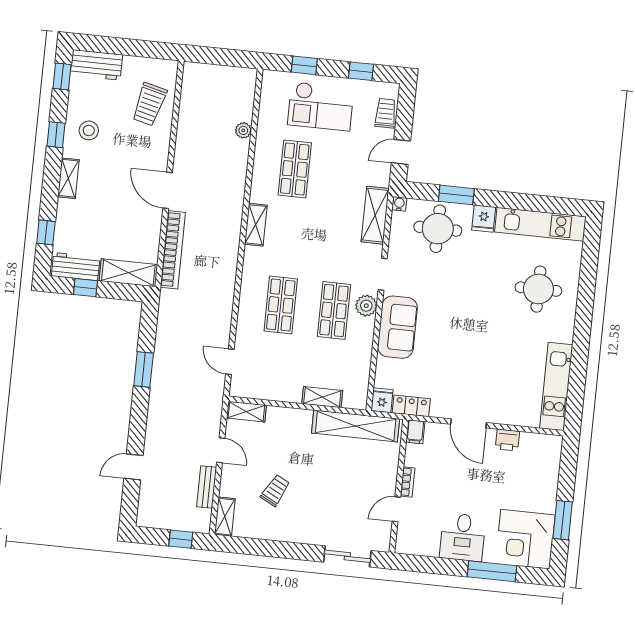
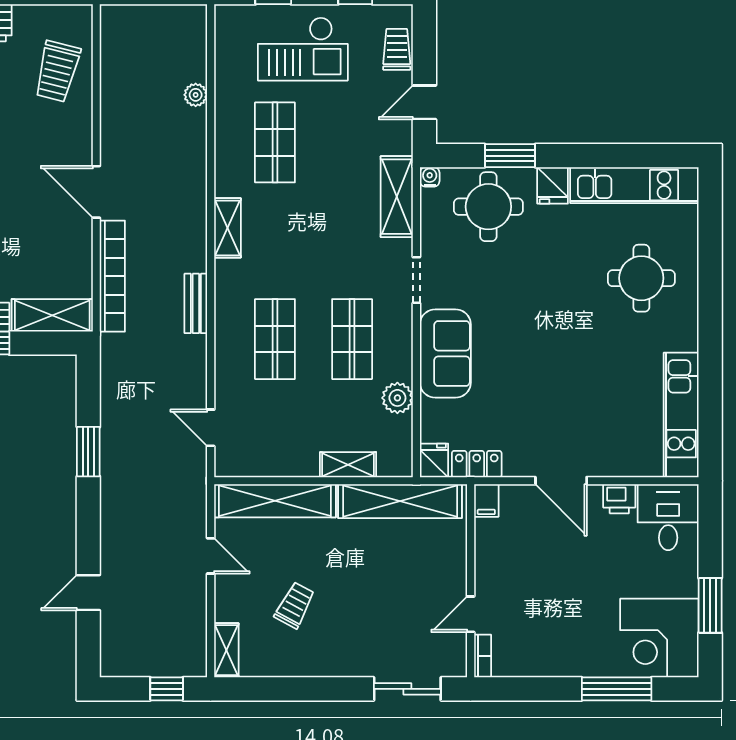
plant: (366, 306) -> (397, 398), moved
shelving: (246, 412) -> (275, 501), width x2.20, depth x1.33
bookcase: (408, 482) -> (483, 656), moved
bench: (207, 487) -> (196, 303), moved
desk: (463, 537) -> (668, 517), moved, turned 180

